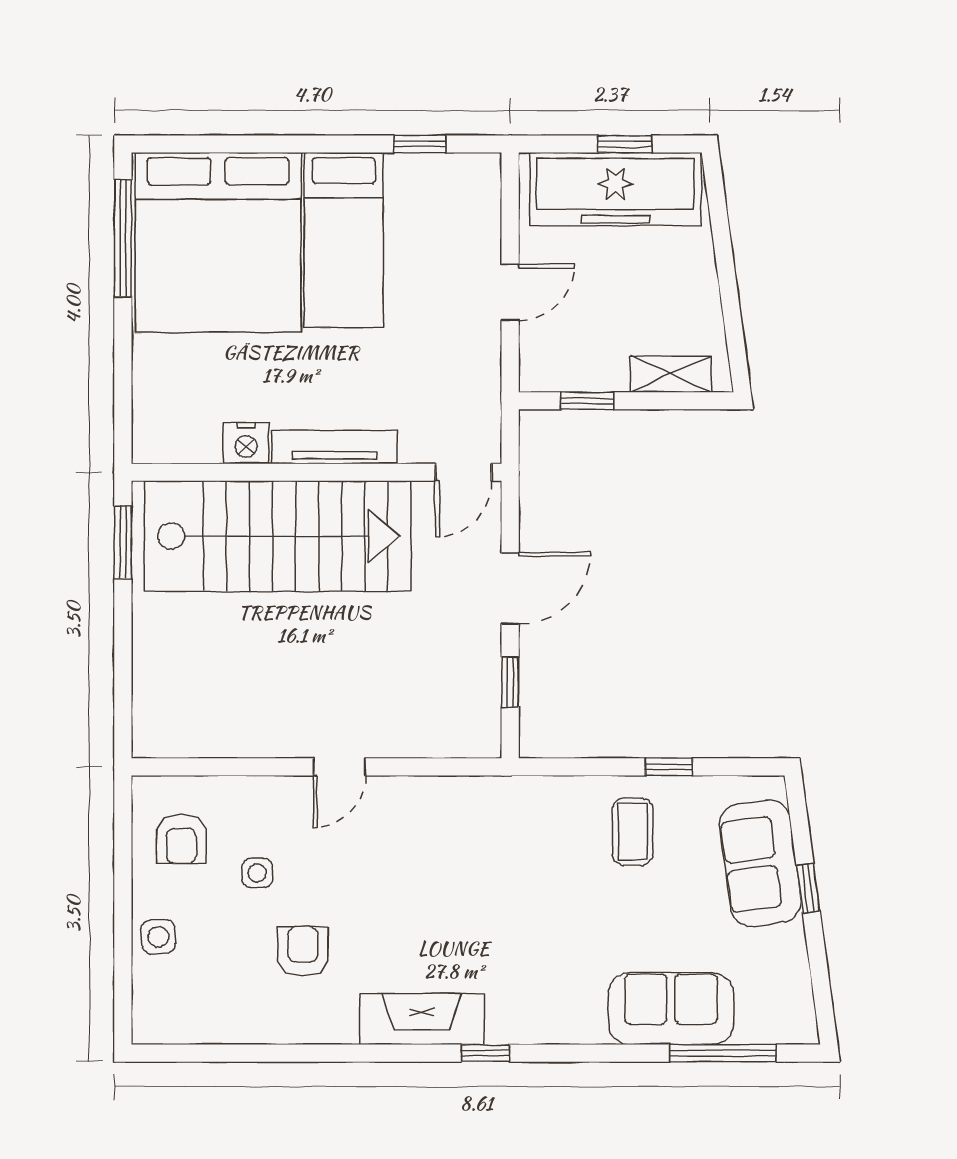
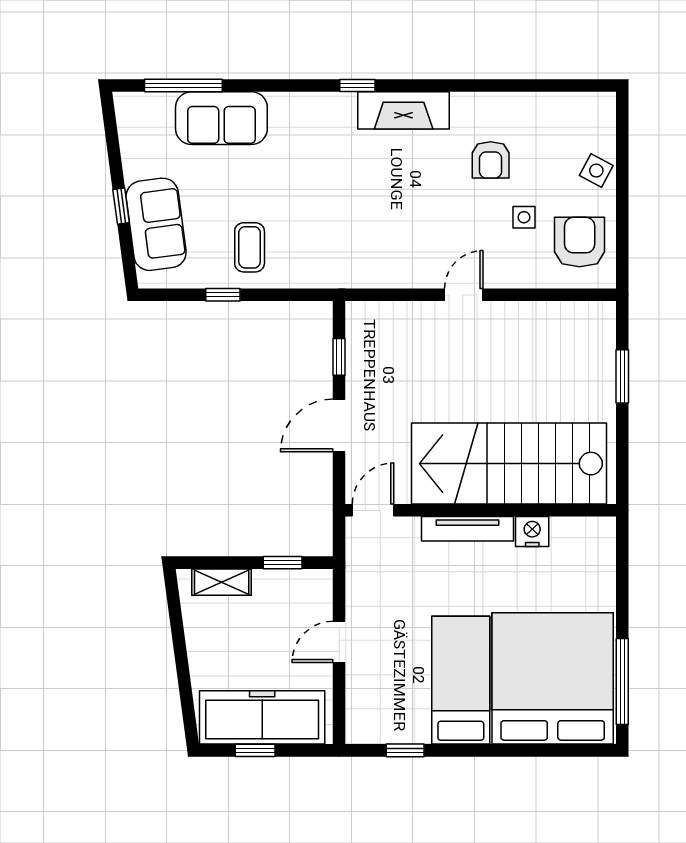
window: (123, 542) -> (622, 376), moved
armchair: (181, 839) -> (580, 242), width x1.38, depth x1.38
side table: (158, 937) -> (596, 171), turned 32

